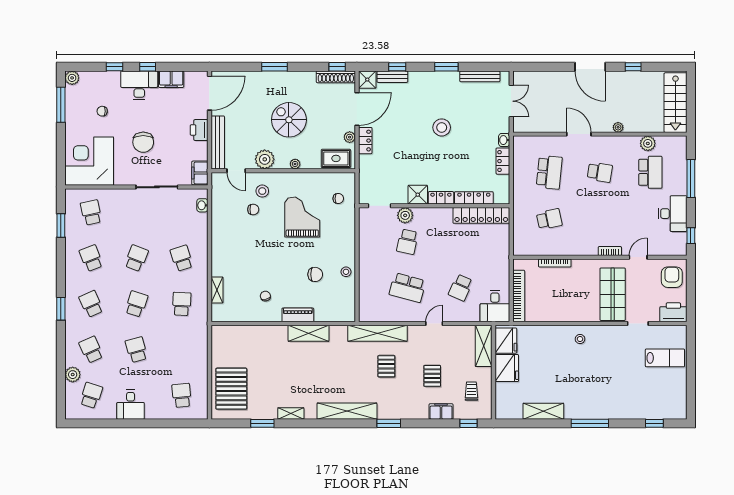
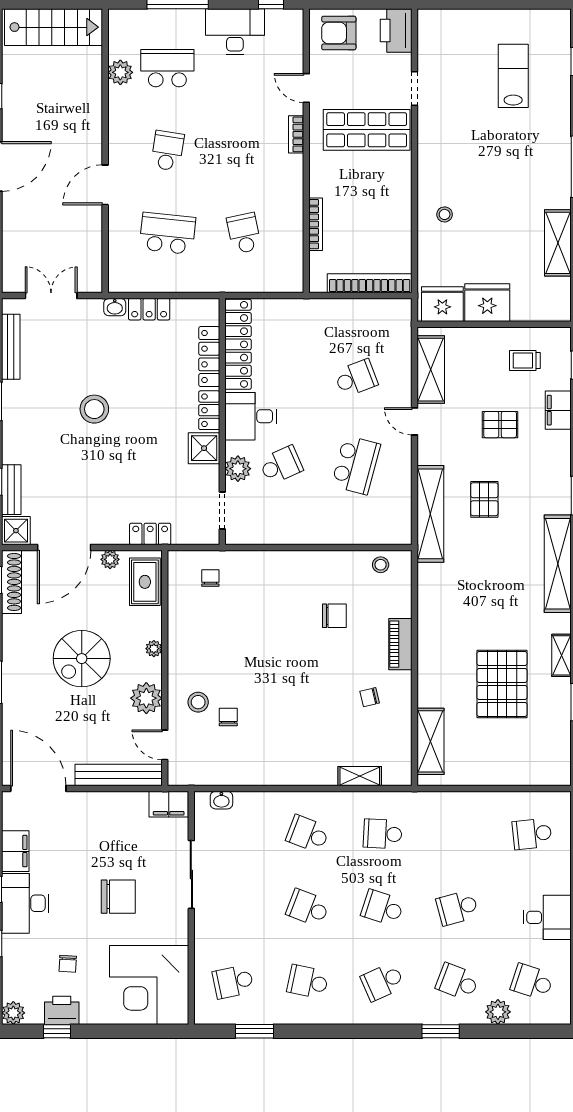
window: (61, 105) -> (57, 1031), width x0.46
door: (357, 109) -> (64, 548), swing flipped
plant: (618, 127) -> (94, 121), removed
printer: (199, 130) -> (62, 1010), moved, turned 180
locker: (365, 141) -> (150, 534), moved
door: (236, 171) -> (165, 745), swing flipped
grand piano: (302, 217) -> (241, 637), removed
school desk: (407, 242) -> (281, 465), turned -36
school desk: (91, 258) -> (308, 982), turned 33
school desk: (182, 258) -> (308, 834), turned 39
stool: (346, 272) -> (381, 565), moved
chair: (315, 274) -> (334, 616), turned 90
school desk: (461, 288) -> (356, 378), turned -45
desk: (495, 306) -> (251, 416), moved, turned 180
window: (61, 309) -> (441, 1031), moved
shelving: (309, 333) -> (431, 741), moved
stool: (580, 339) -> (445, 214), moved
shelving: (484, 346) -> (431, 370), moved, turned 90
school desk: (91, 350) -> (457, 982), turned 45
lab bench: (665, 358) -> (513, 76), moved
pallet: (386, 366) -> (484, 499), turned 90
pallet: (231, 389) -> (502, 684), moved, turned 90

